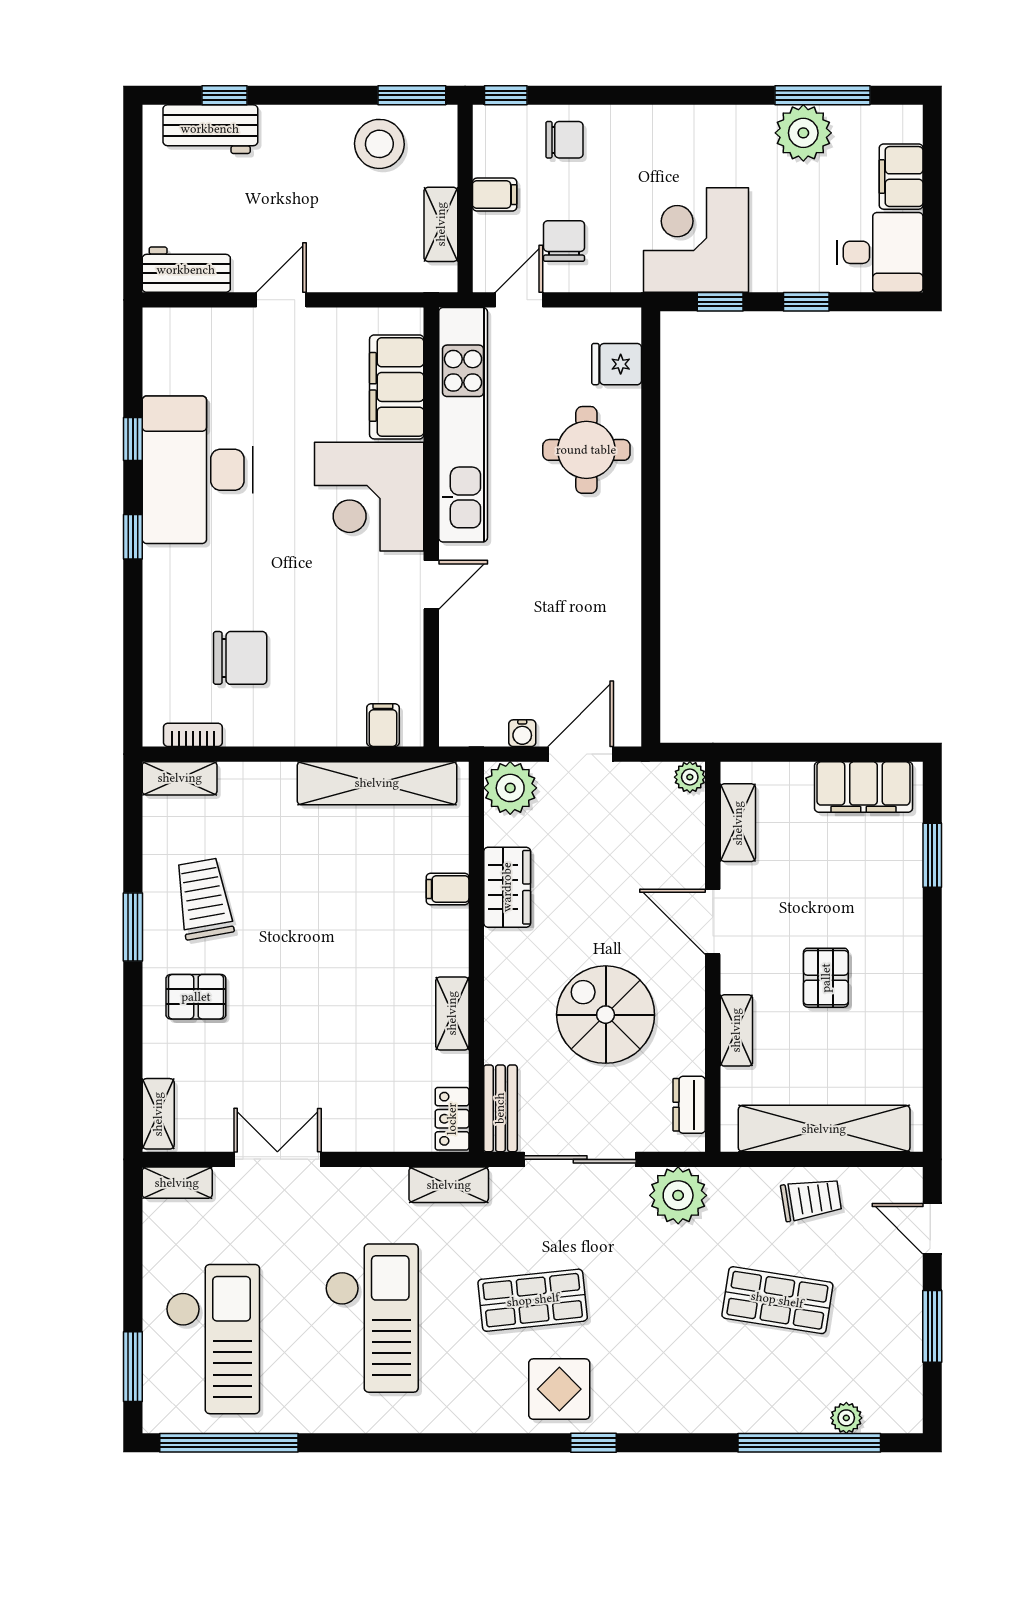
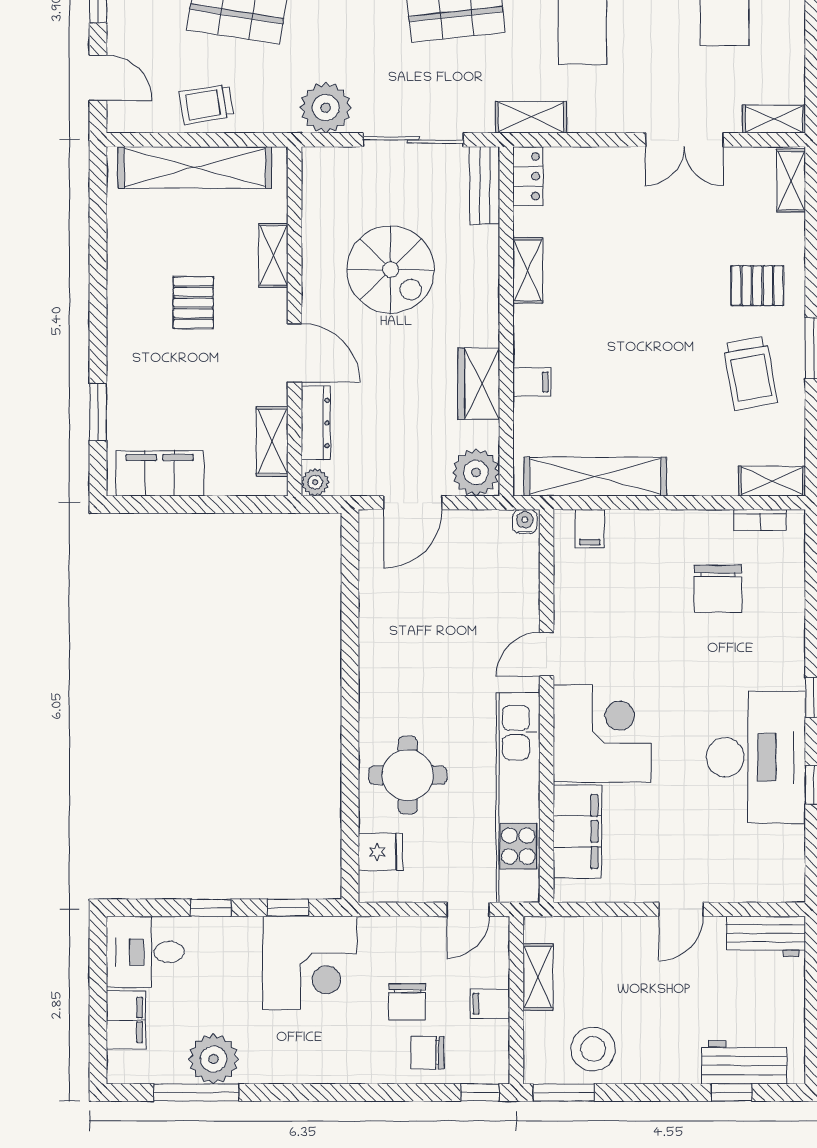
chair: (564, 241) -> (407, 1002), moved
chair: (240, 658) -> (718, 589), turned -90
water cooler: (522, 733) -> (525, 522), moved
dresser: (689, 1105) -> (316, 423), moved, width x1.44

